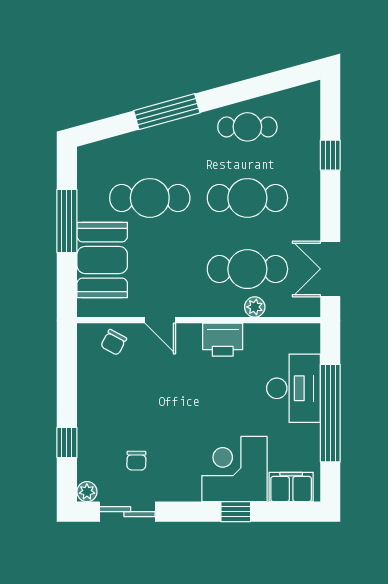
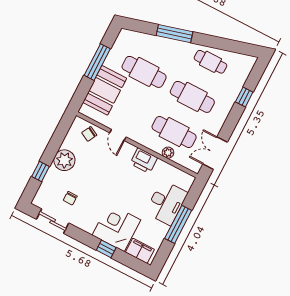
window: (330, 413) -> (178, 224), width x0.68
plant: (87, 492) -> (64, 160), moved, width x1.87, depth x1.87

